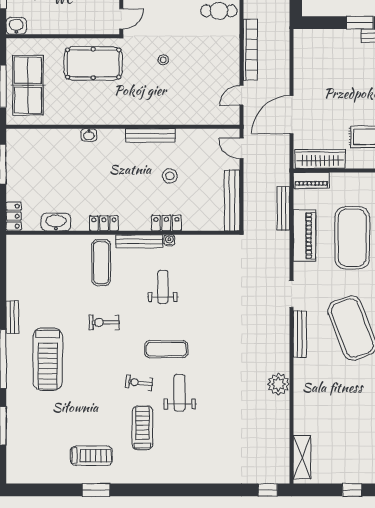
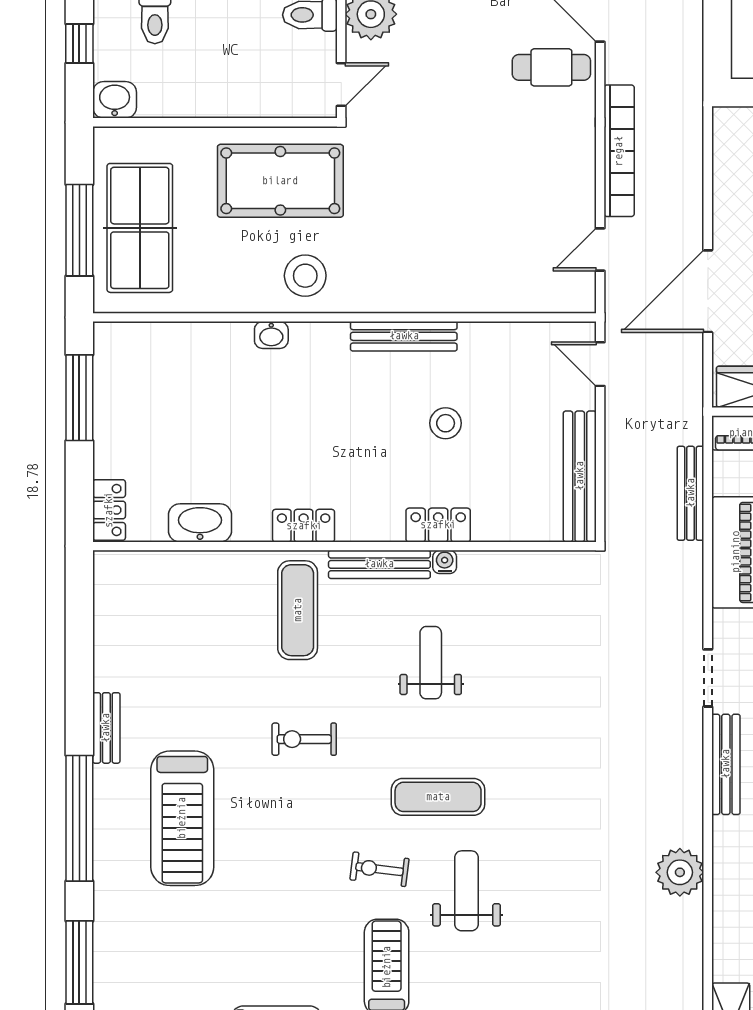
stool: (163, 60) -> (305, 276), moved, width x1.89, depth x1.89

